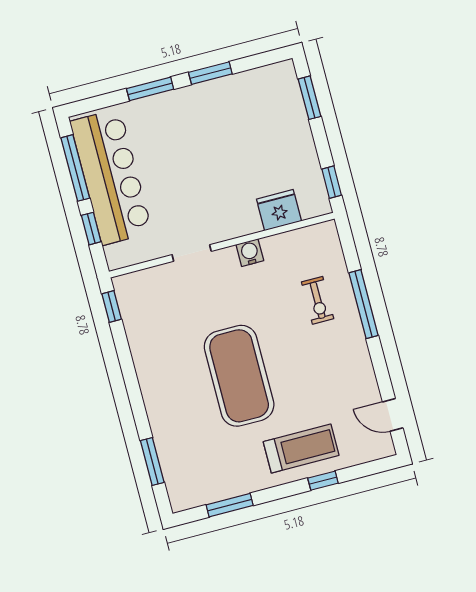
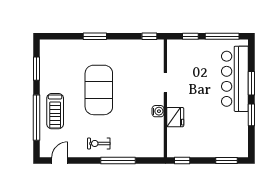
bar counter: (111, 177) -> (235, 79), moved, turned 90
fridge: (279, 210) -> (175, 117), moved
exercise bike: (318, 300) -> (99, 143), moved
exercise mat: (239, 376) -> (99, 90), turned 90
window: (152, 461) -> (95, 36), moved
window: (323, 481) -> (36, 118), width x3.17

